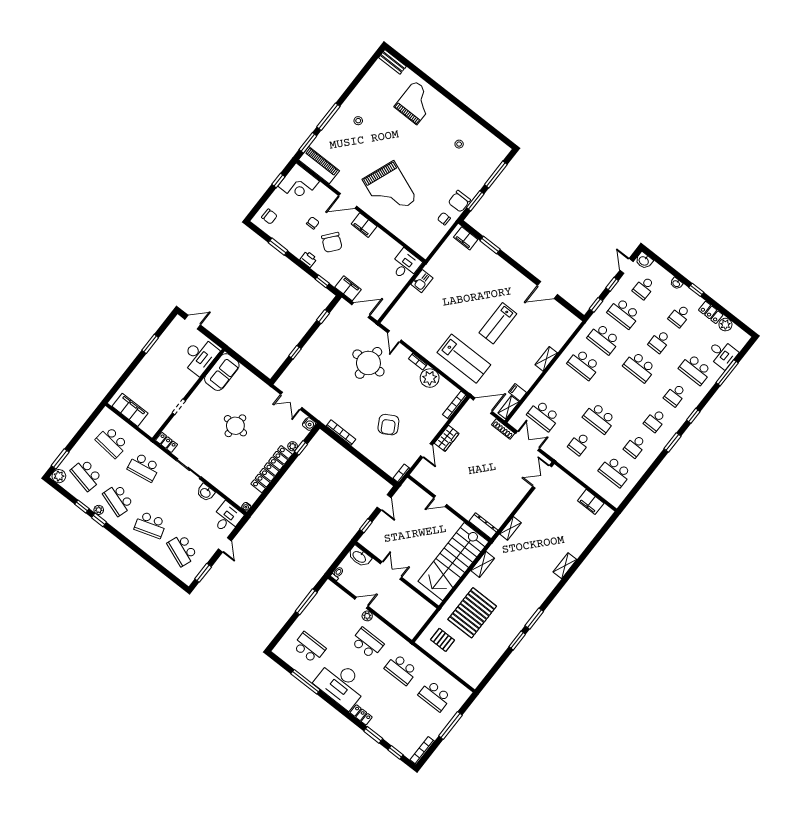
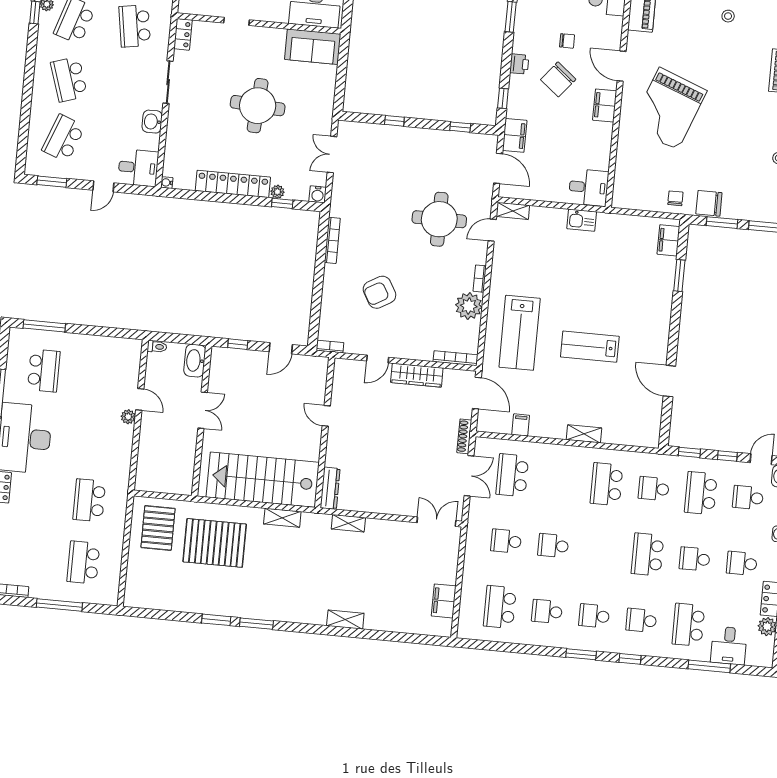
school desk: (604, 339) -> (654, 489), width x0.54
shelving: (509, 407) -> (513, 211), moved
school desk: (599, 418) -> (553, 546), width x0.54
round table: (235, 426) -> (258, 106), width x1.36, depth x1.36
wardrobe: (447, 438) -> (417, 375), width x1.50
window: (306, 602) -> (44, 326), moved
pallet: (443, 640) -> (158, 528), width x1.50, depth x1.42
school desk: (367, 643) -> (95, 438), removed

